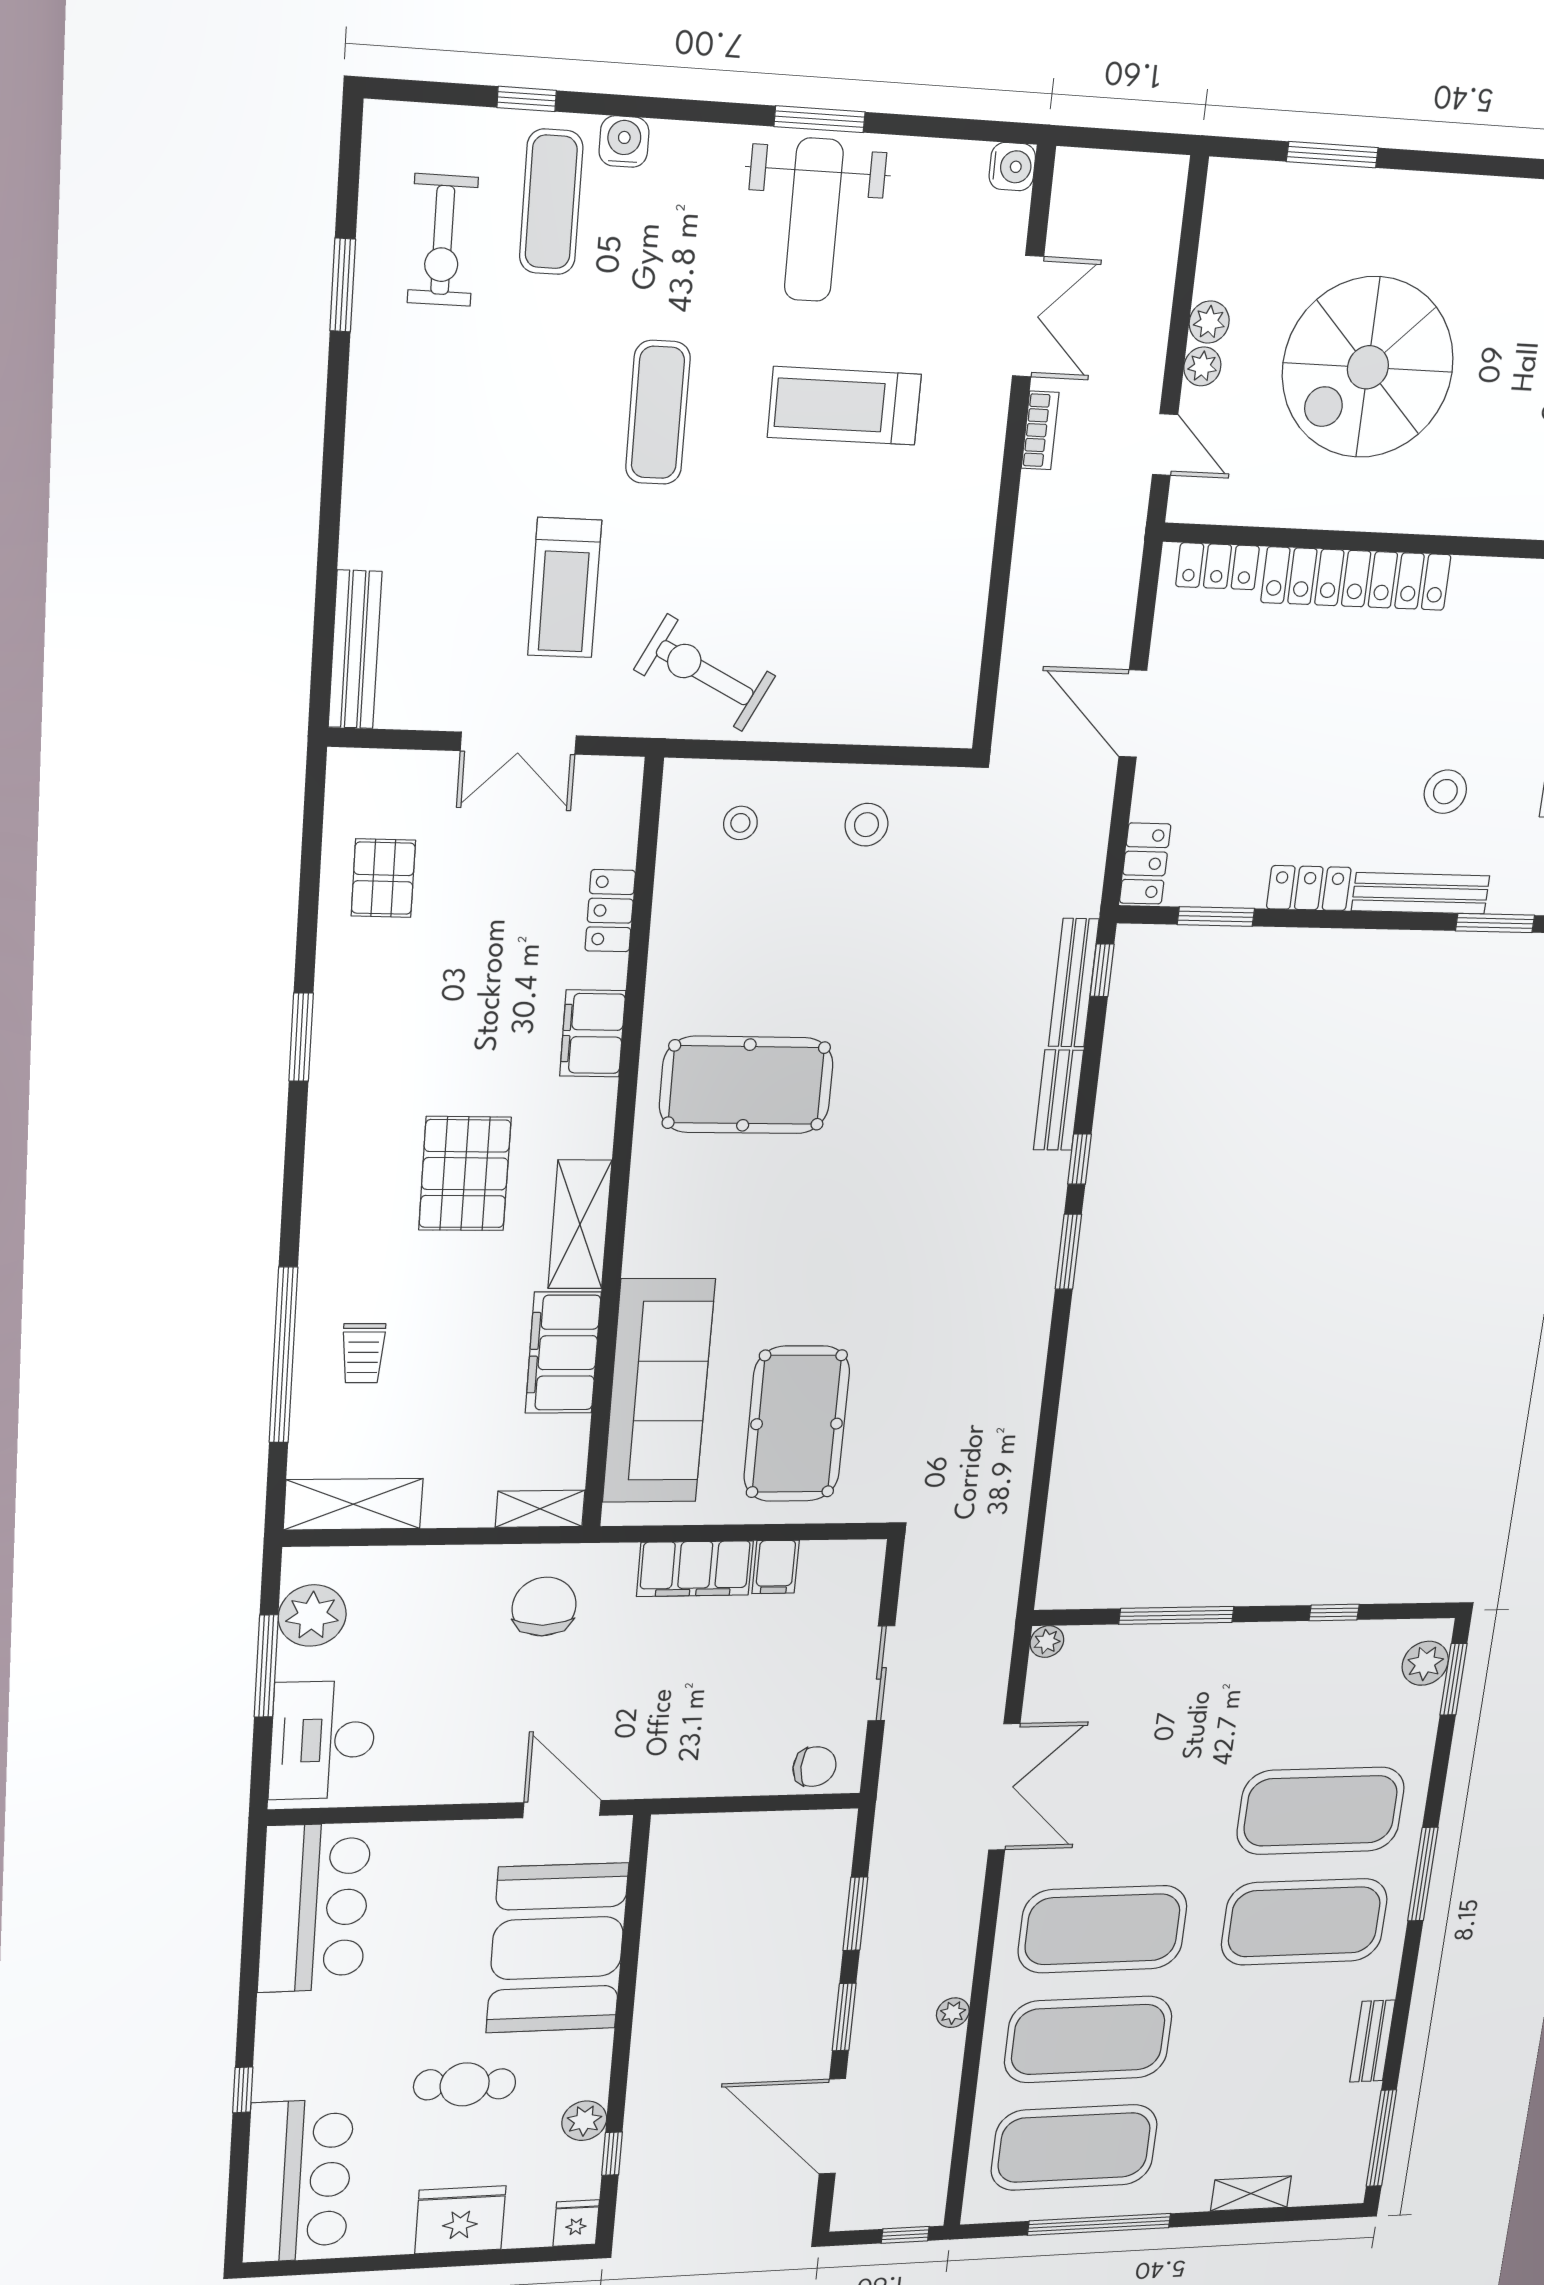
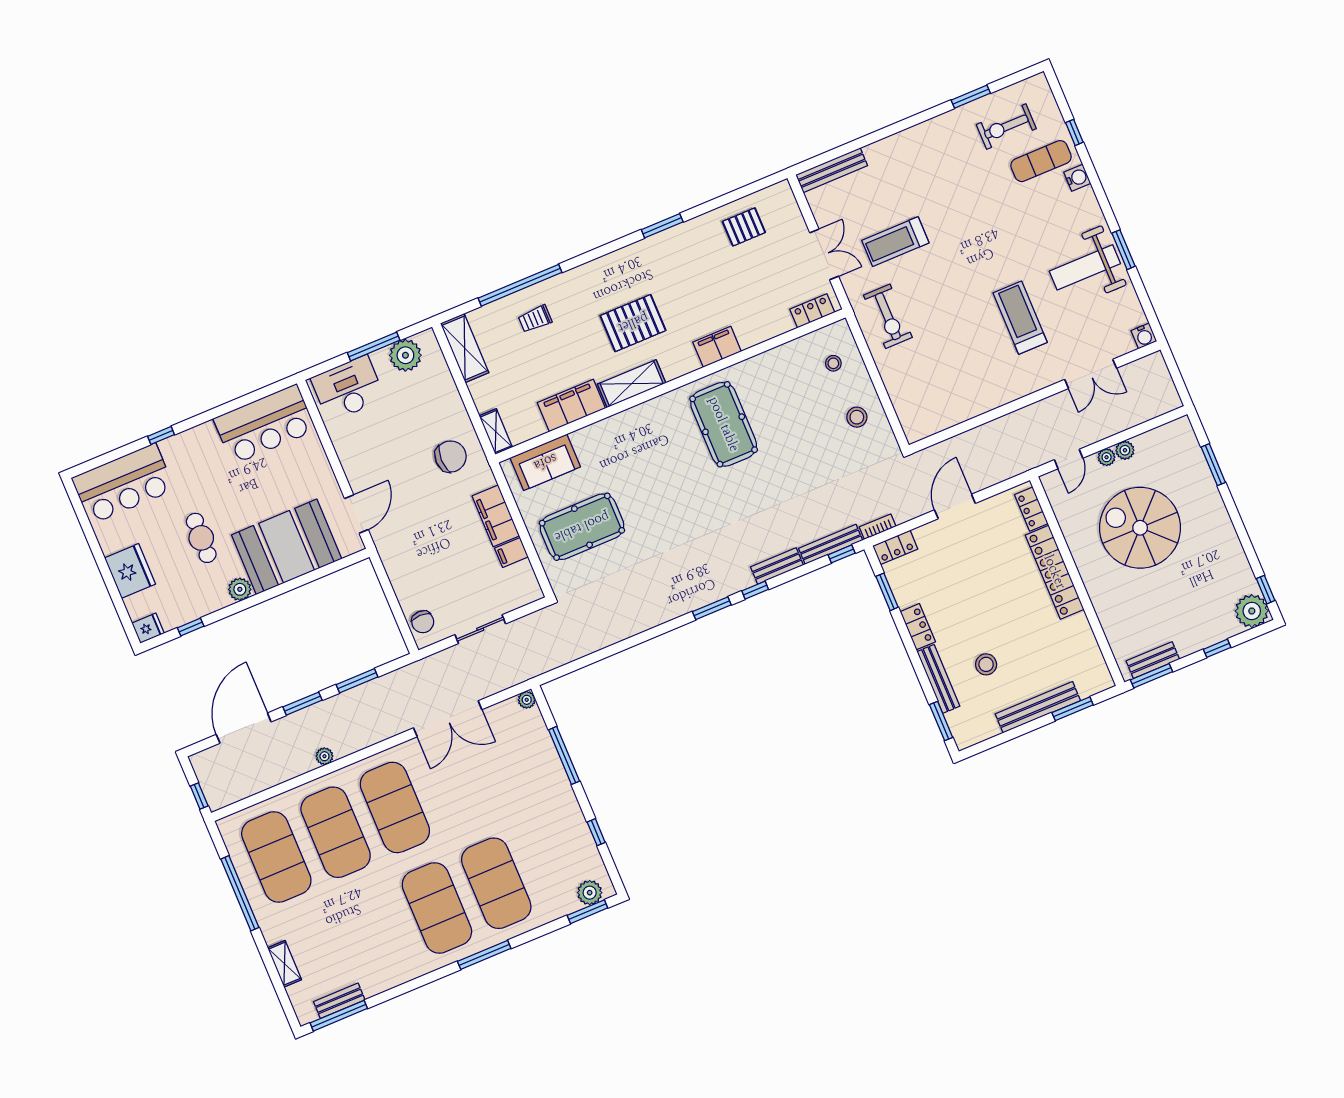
exercise mat: (658, 413) -> (982, 244), removed
bookcase: (1040, 430) -> (878, 527), moved, turned 180
exercise bike: (705, 673) -> (888, 316), turned 153
double door: (518, 743) -> (824, 254), swing flipped
locker: (610, 911) -> (812, 311), moved
sofa: (659, 1391) -> (545, 462), width x0.54, depth x0.79
bench: (1372, 2041) -> (339, 1001), moved
plant: (584, 2121) -> (240, 589), moved

